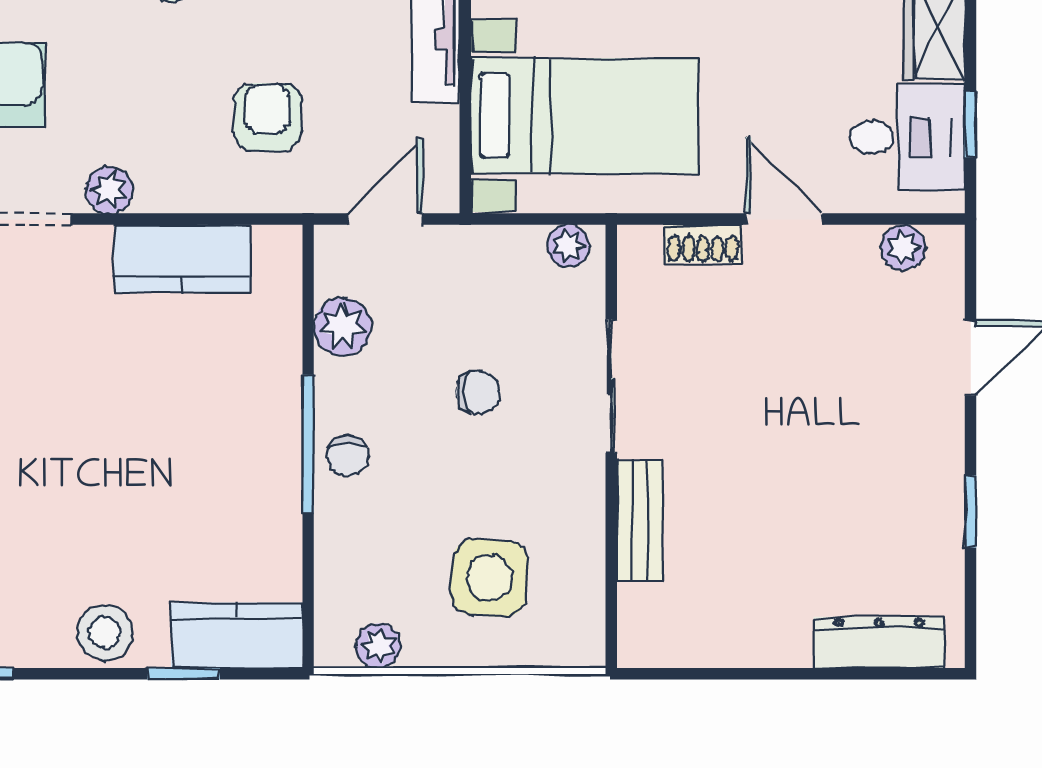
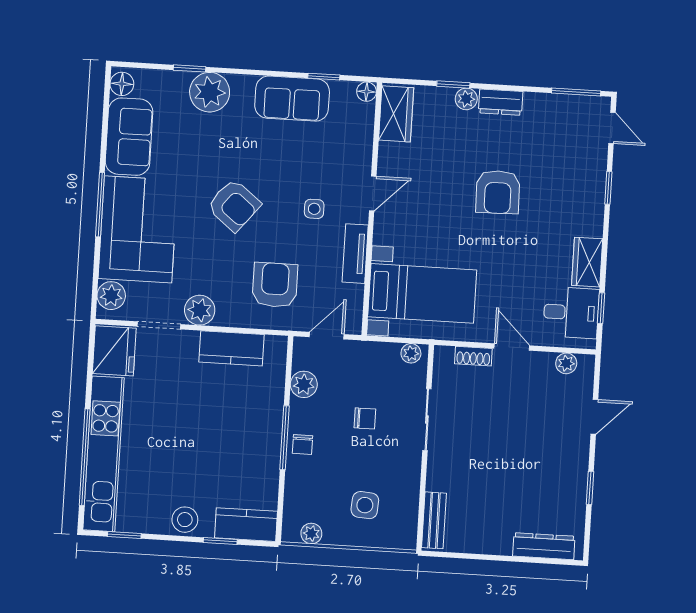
armchair: (268, 117) -> (275, 285), width x1.38, depth x1.38
plant: (109, 190) -> (200, 310), width x1.38, depth x1.38
bench: (640, 520) -> (434, 520), moved
side table: (489, 578) -> (365, 505), width x0.73, depth x0.73

